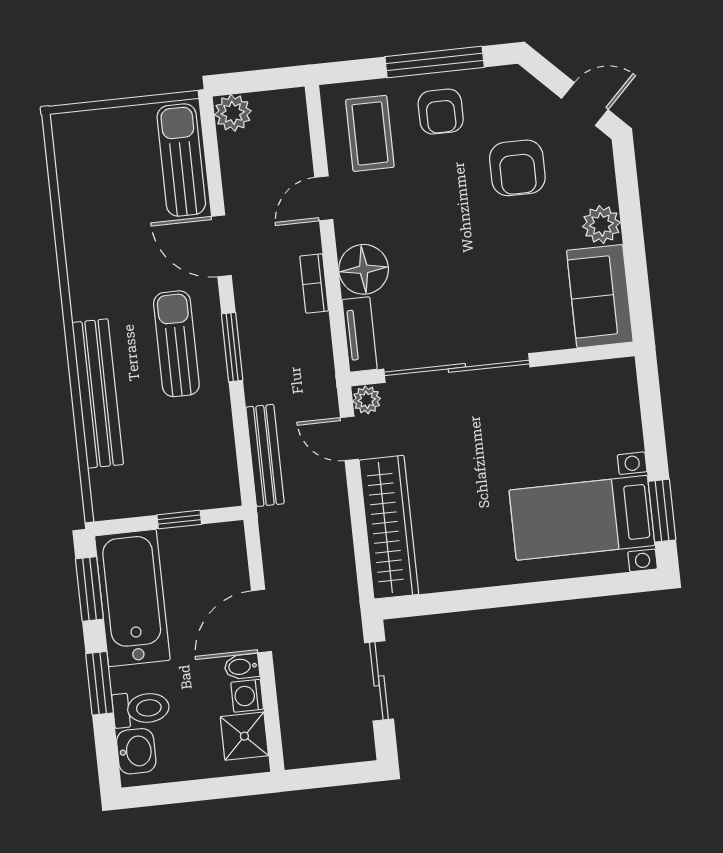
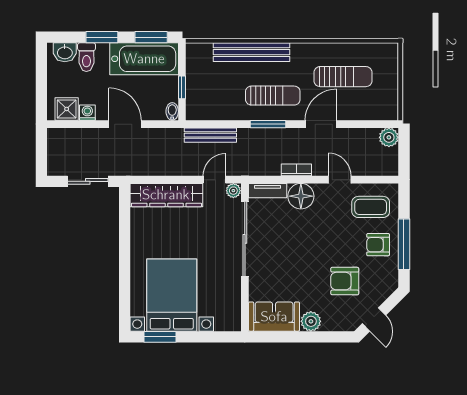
sun lounger: (181, 160) -> (343, 77), moved
bed with nightstands: (582, 518) -> (172, 295), width x1.36
bidet: (242, 667) -> (172, 111), moved

